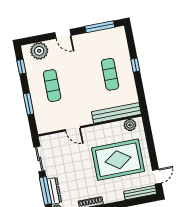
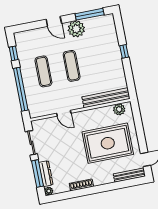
plant: (39, 51) -> (76, 29), moved
exercise mat: (110, 74) -> (72, 66), moved
window: (29, 104) -> (21, 89), width x2.11

